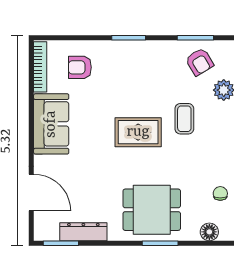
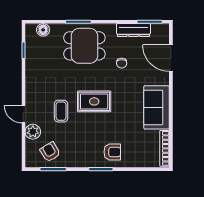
armchair: (80, 67) -> (112, 152), moved
chair: (220, 193) -> (122, 63), moved

